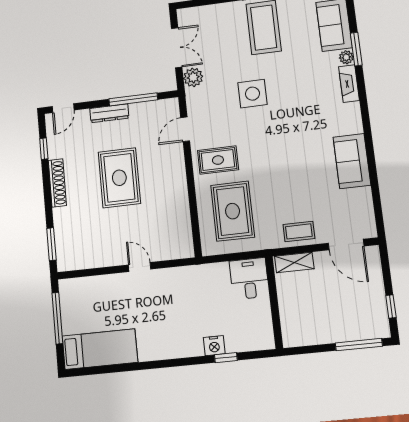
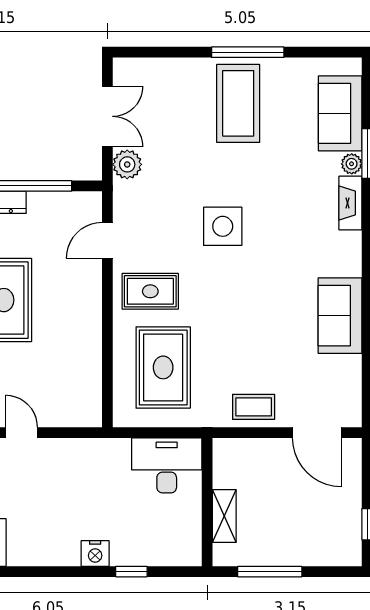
side table: (252, 94) -> (223, 226), moved
shelving: (294, 262) -> (224, 516), moved, turned 90
desk: (249, 279) -> (167, 465), width x1.37
window: (359, 345) -> (270, 572), moved
nightstand: (214, 346) -> (95, 553), moved

